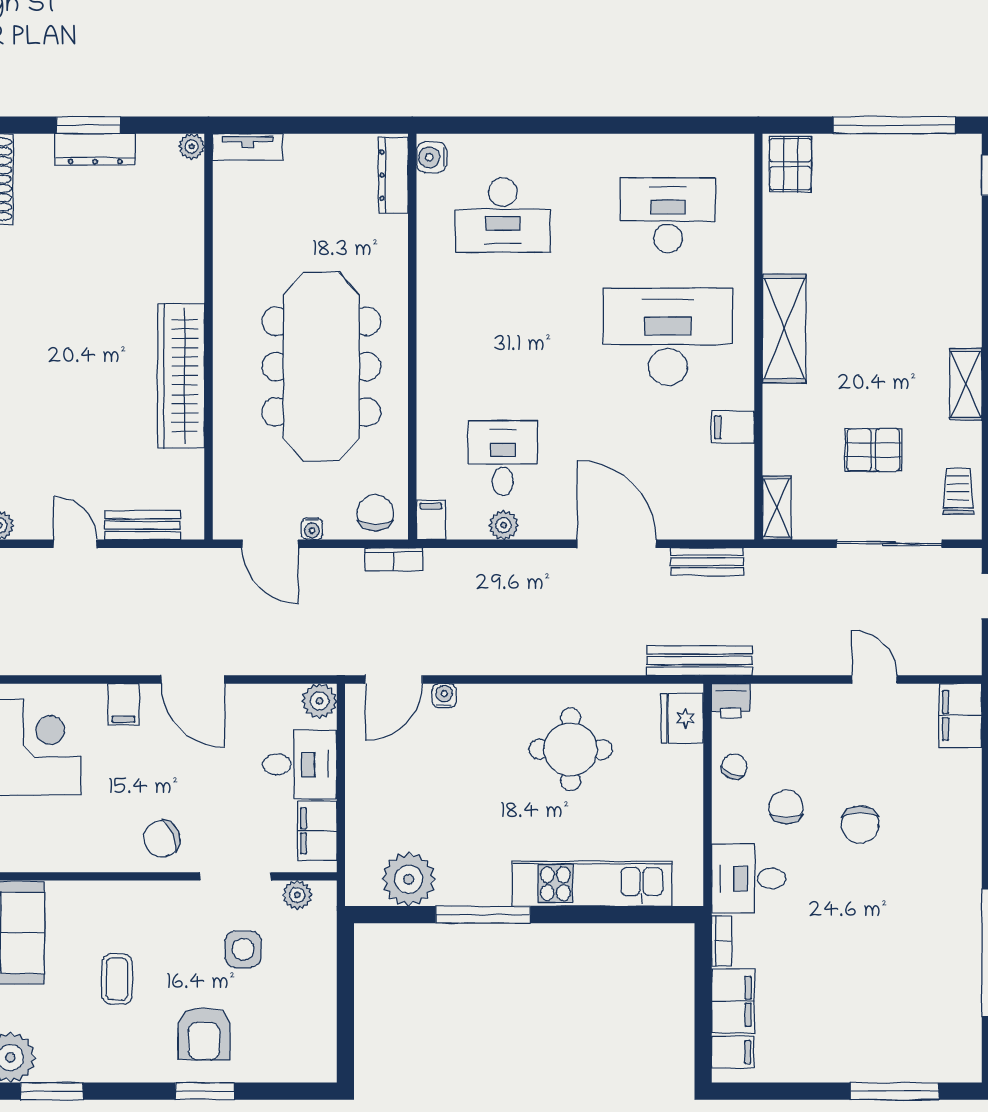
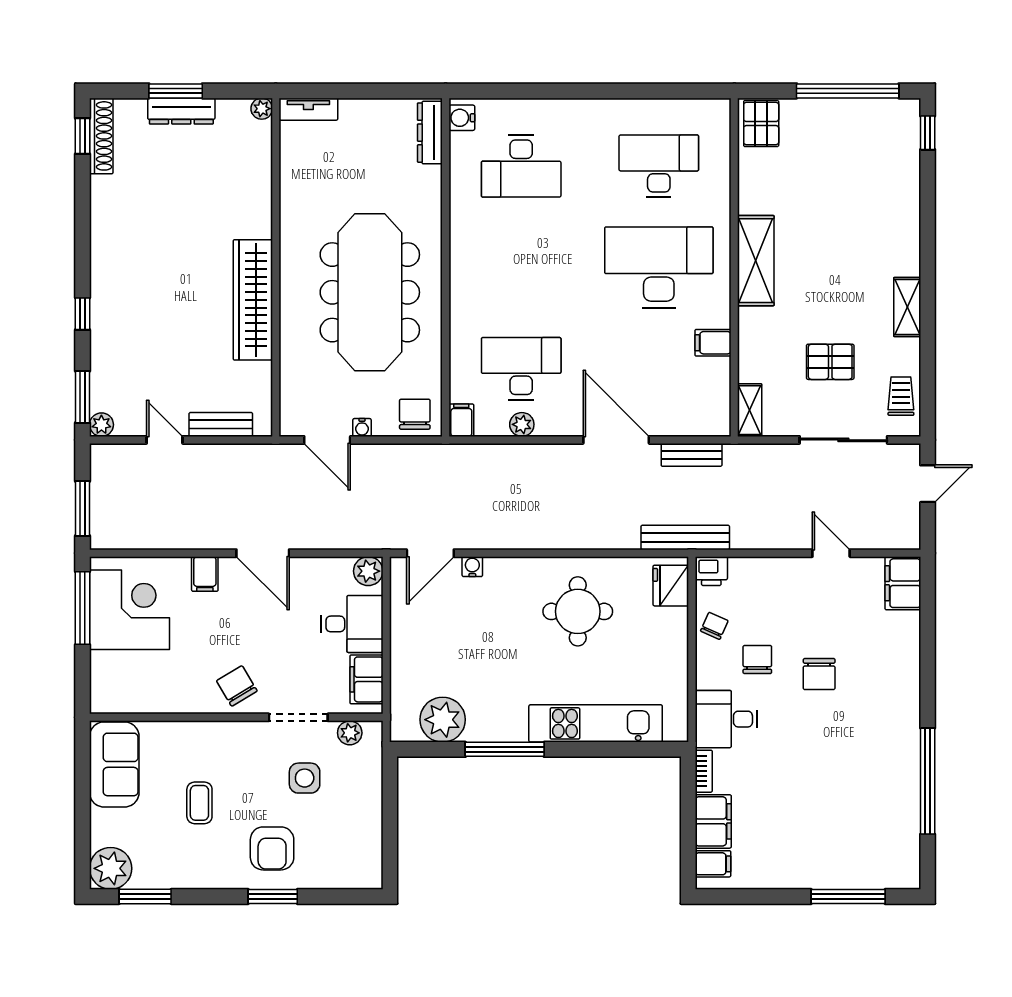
desk: (503, 458) -> (521, 368), width x1.37
bookcase: (394, 559) -> (430, 453), removed
chair: (162, 839) -> (237, 686), turned 82

